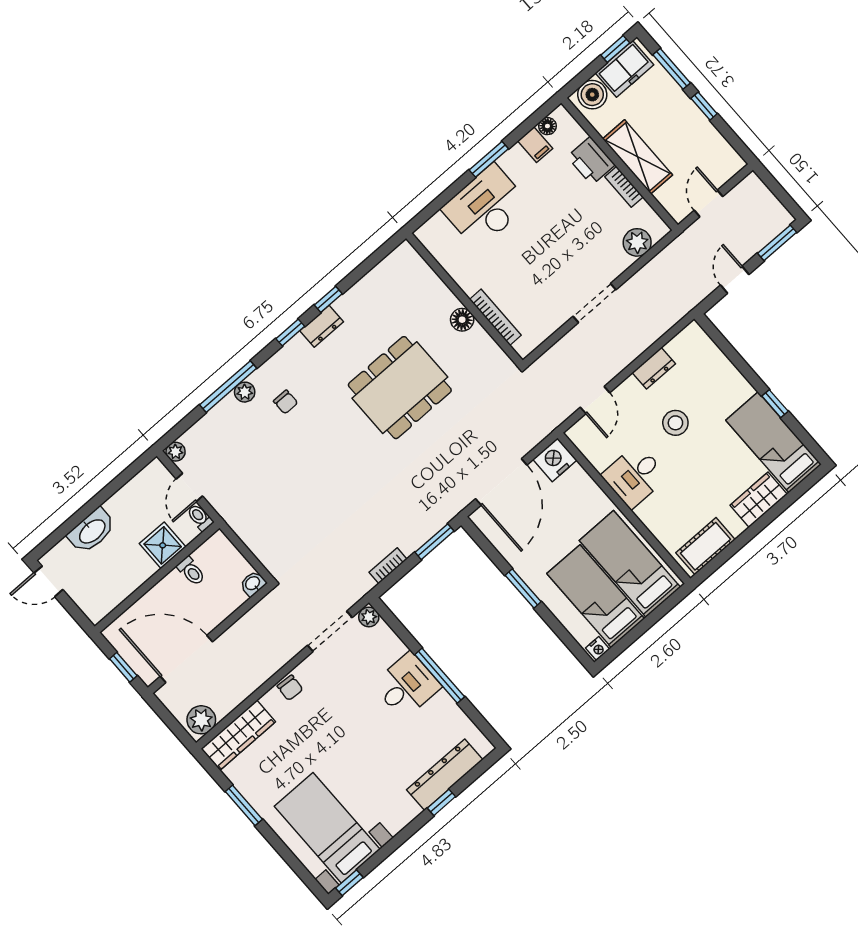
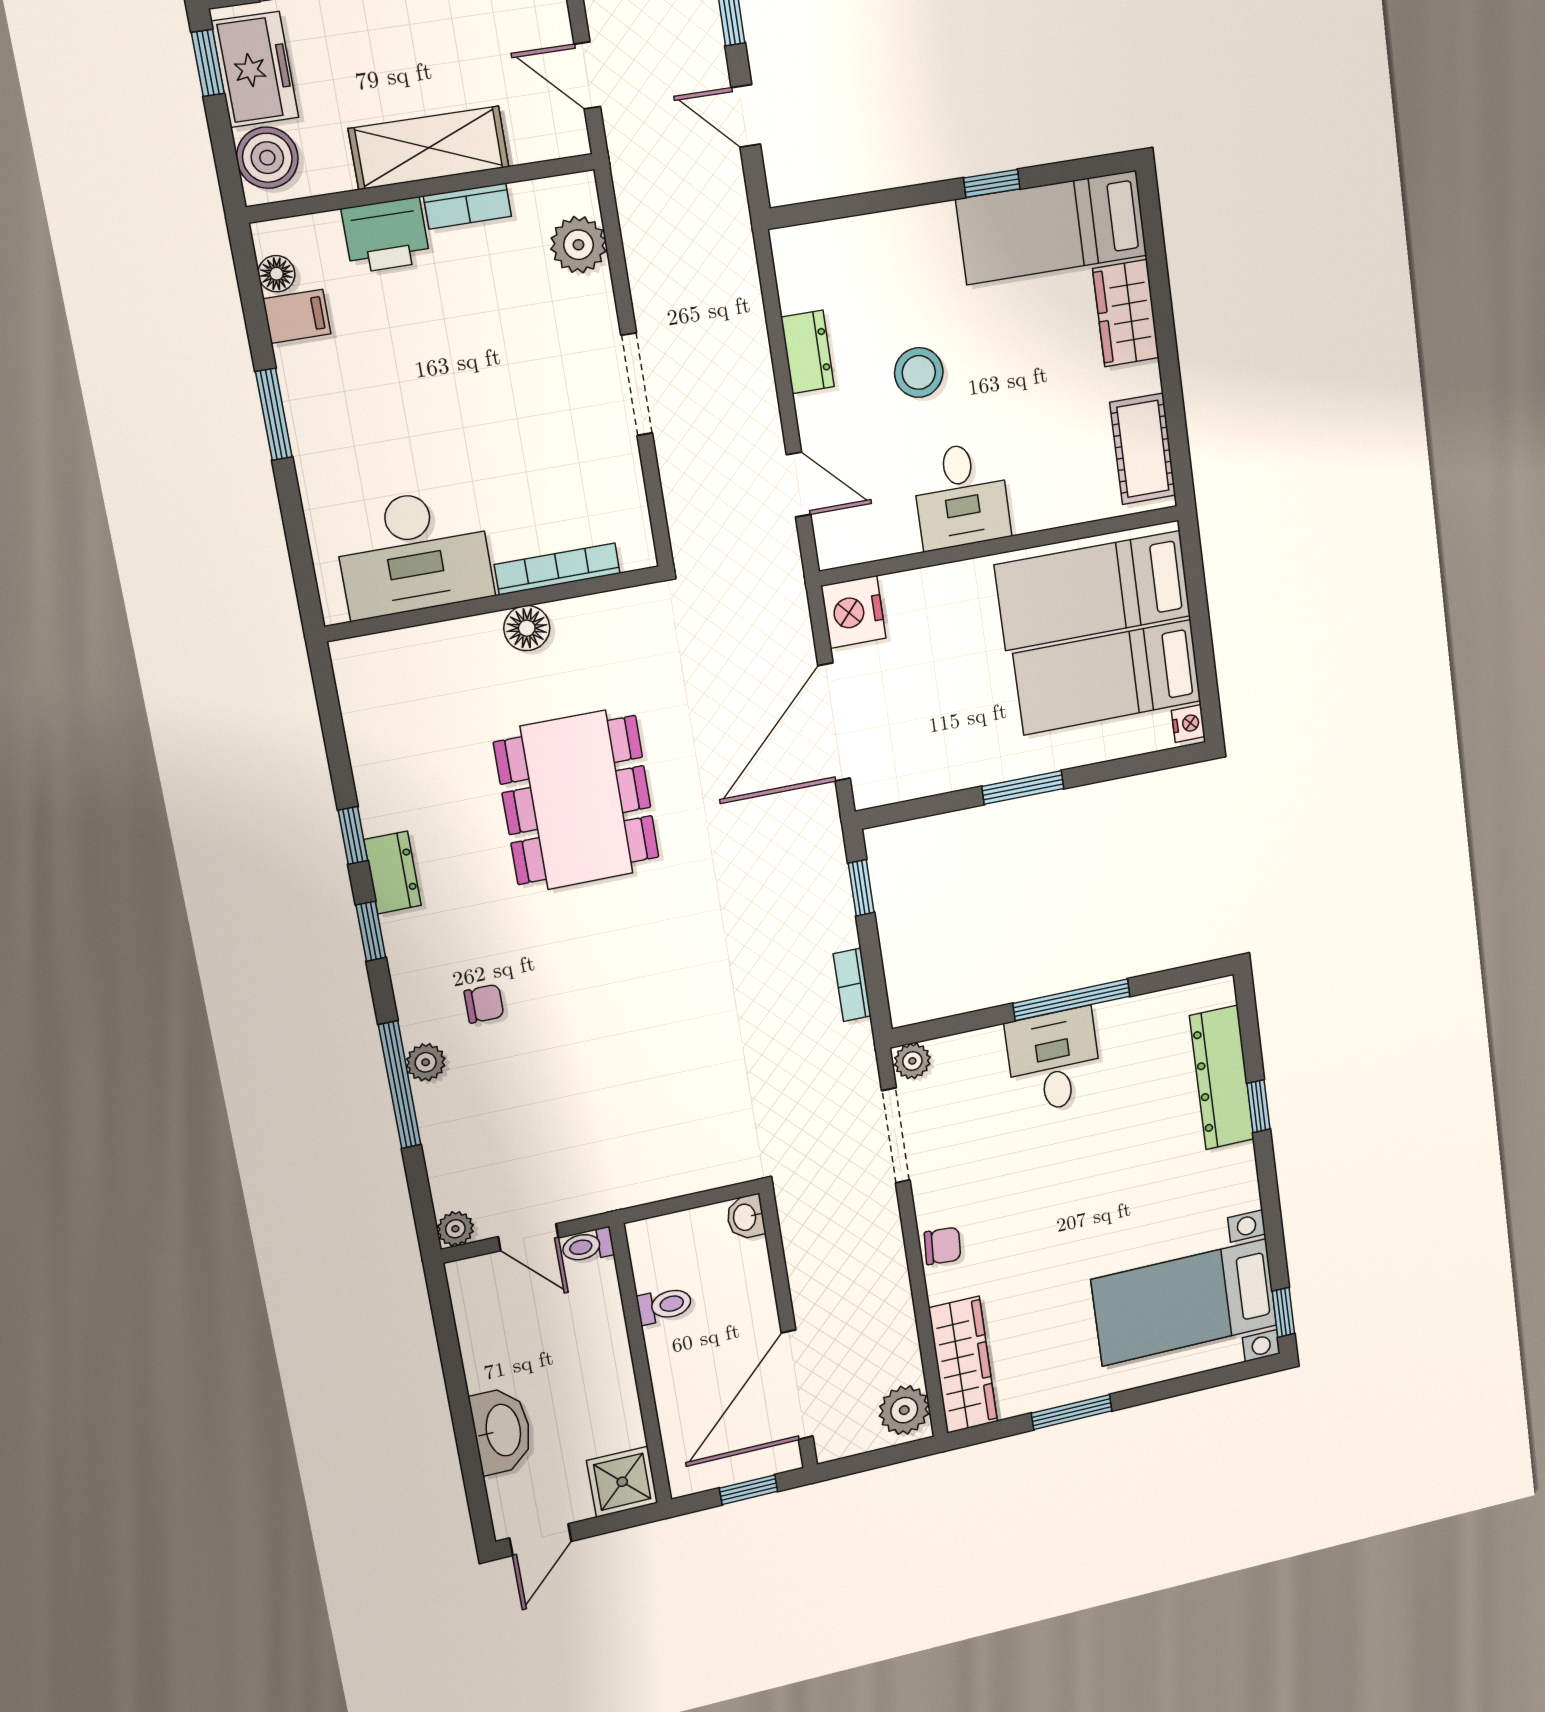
desk: (485, 207) -> (414, 553), moved, turned -90
door: (501, 482) -> (834, 722), swing flipped
window: (434, 542) -> (861, 888), width x0.67
shower: (163, 545) -> (622, 1482), moved

